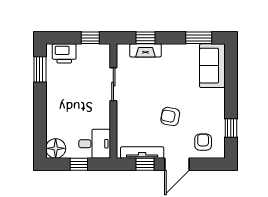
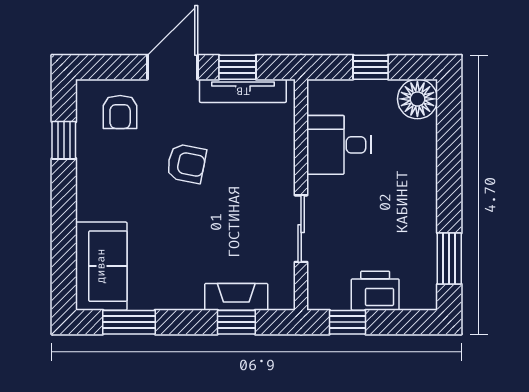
printer: (64, 53) -> (375, 291), moved
desk: (95, 144) -> (339, 145), moved

